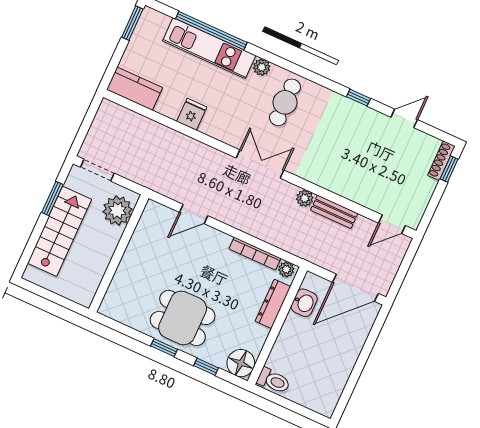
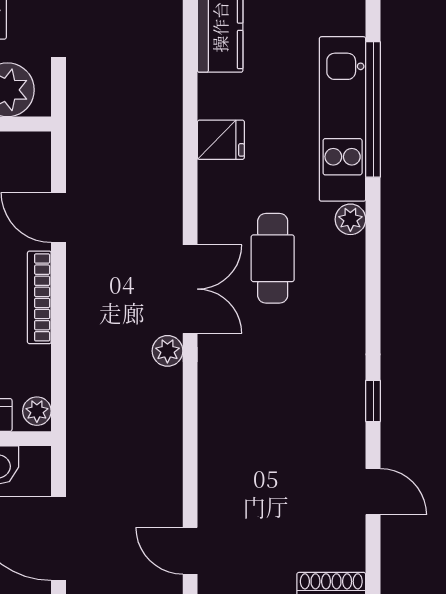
cafe table: (285, 102) -> (273, 258), moved, turned 90
plant: (305, 198) -> (167, 351), moved
bench: (334, 212) -> (167, 447), removed
bookcase: (255, 254) -> (39, 297), moved

